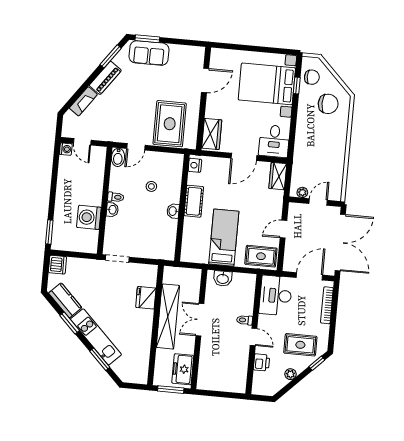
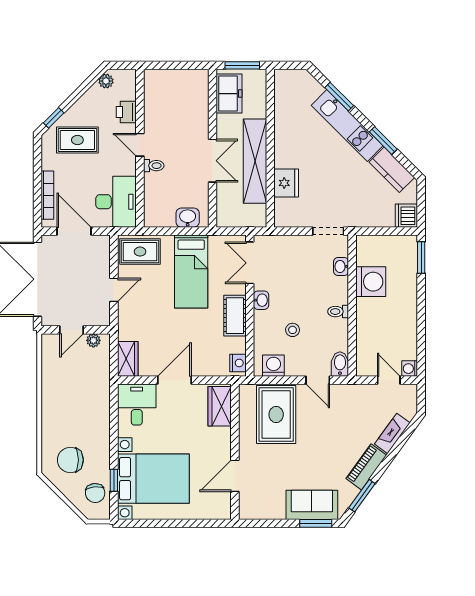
chair: (312, 77) -> (95, 493), turned -96
door: (136, 147) -> (318, 380), swing flipped
washing machine: (168, 161) -> (273, 366), added
washbasin: (112, 210) -> (341, 266), moved
double door: (179, 240) -> (250, 263), added
door: (309, 276) -> (74, 231), swing flipped
plant: (291, 374) -> (106, 81), moved

